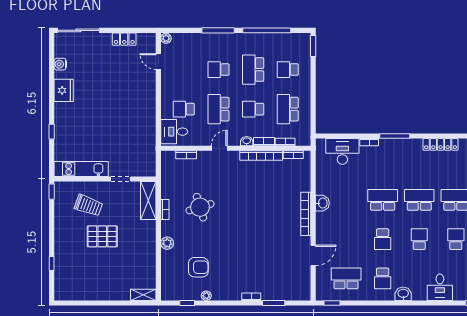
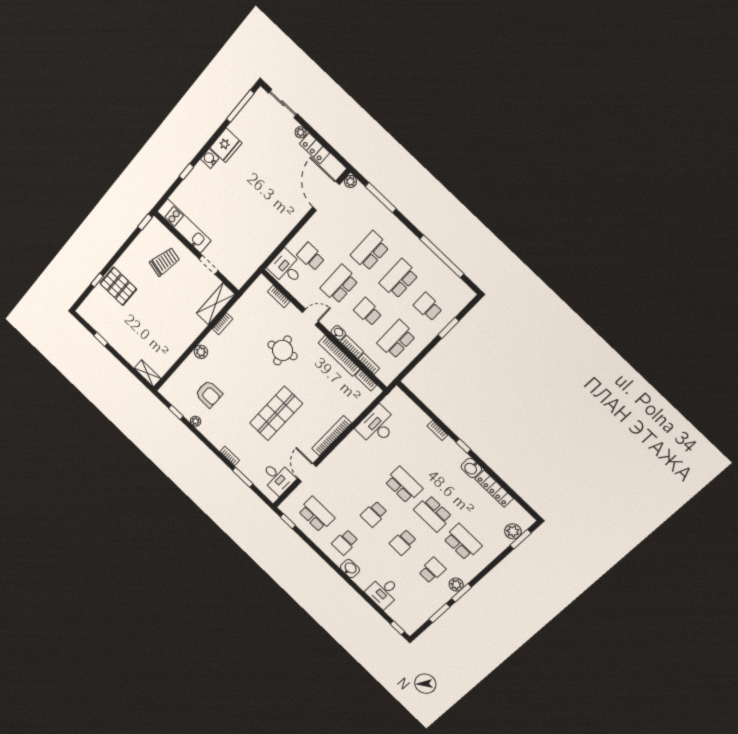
sliding door: (78, 30) -> (283, 103), width x0.73
window: (218, 30) -> (381, 198), moved
plant: (106, 38) -> (301, 132), added
window: (313, 46) -> (448, 328), moved
window: (52, 57) -> (240, 106), added
door: (158, 62) -> (326, 196), width x1.88
water cooler: (60, 64) -> (210, 158), moved
school desk: (218, 70) -> (370, 251), width x1.85
window: (395, 136) -> (463, 446), width x0.46
desk: (342, 151) -> (377, 426), moved, turned -90
school desk: (419, 200) -> (433, 513), turned 180
washbasin: (322, 203) -> (471, 468), moved, turned 90
trolley: (88, 205) -> (165, 262), turned -97
round table: (200, 207) -> (283, 350), moved
shop shelf: (256, 235) -> (276, 413), added
pallet: (102, 236) -> (118, 286), moved
school desk: (419, 239) -> (403, 542), turned 180
door: (313, 255) -> (307, 473), swing flipped
desk: (297, 279) -> (278, 478), added
window: (90, 303) -> (101, 339), added

